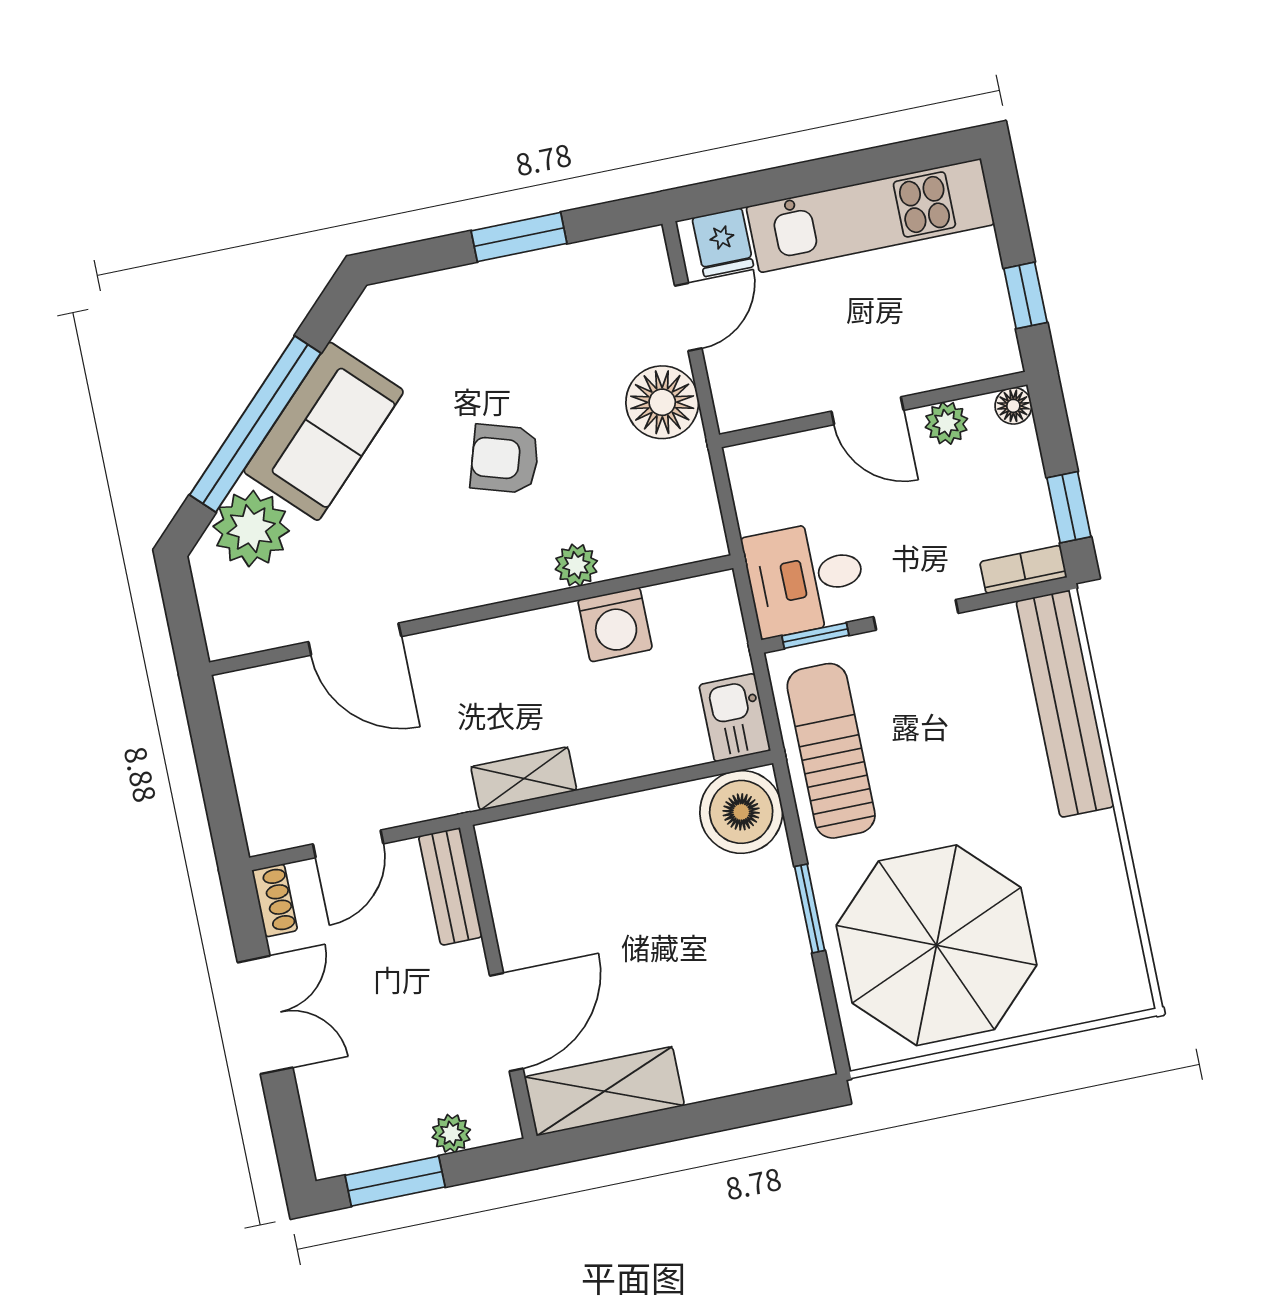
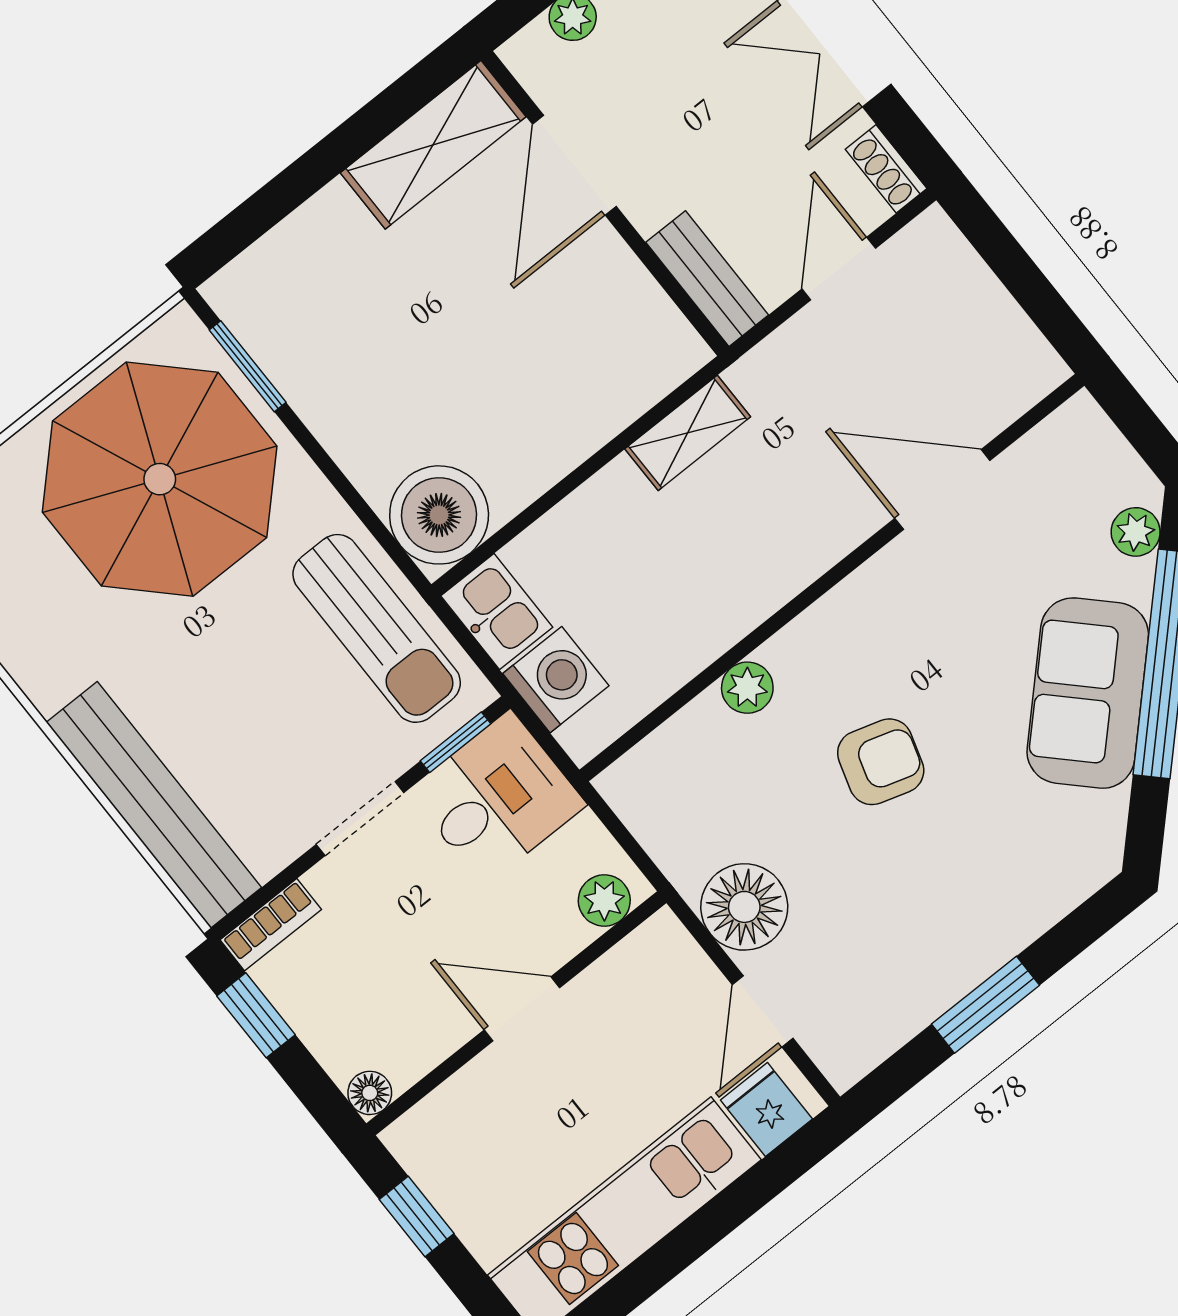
plant: (946, 423) -> (604, 900), moved
plant: (251, 529) -> (1136, 532), width x0.53, depth x0.53
washing machine: (615, 625) -> (556, 680), moved, turned 90
window: (810, 908) -> (248, 366), moved

